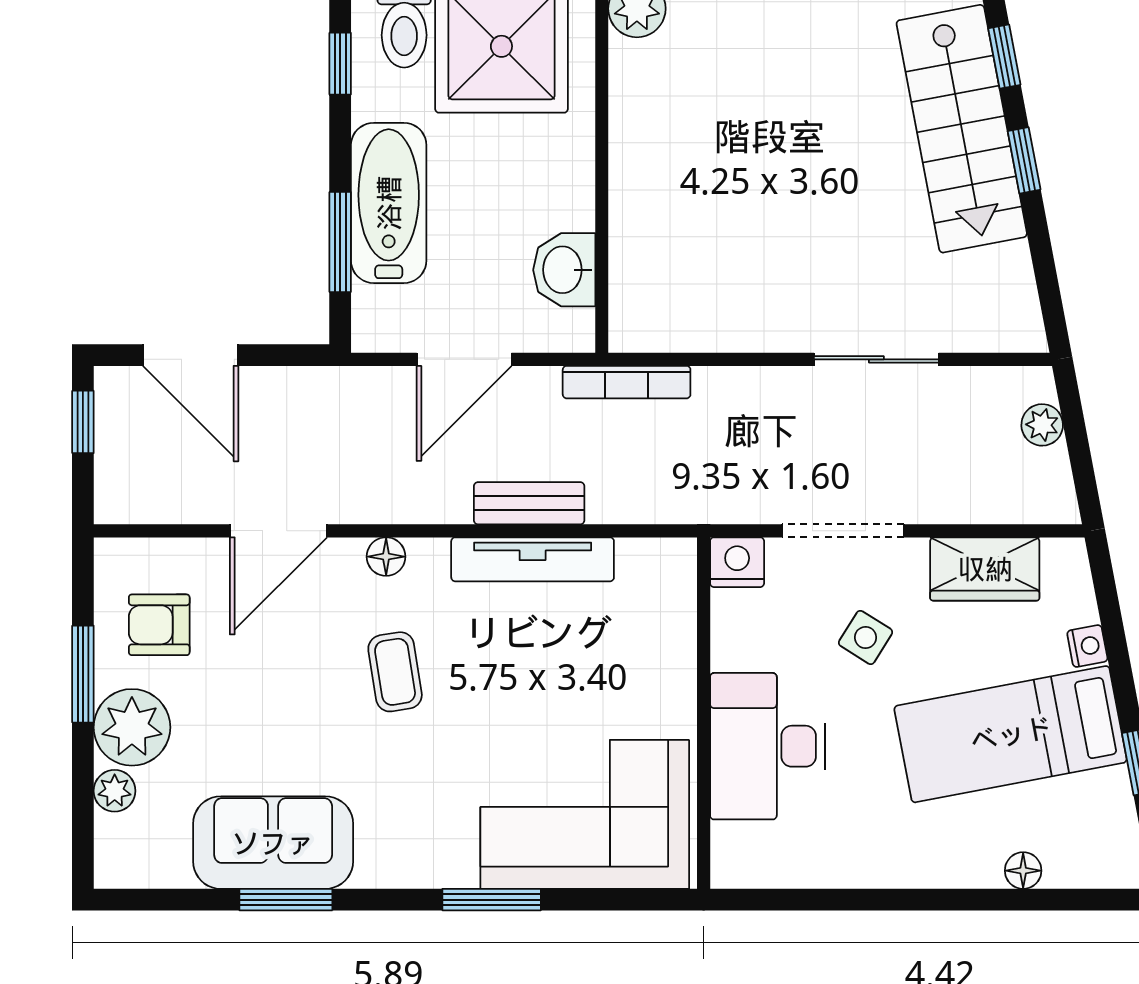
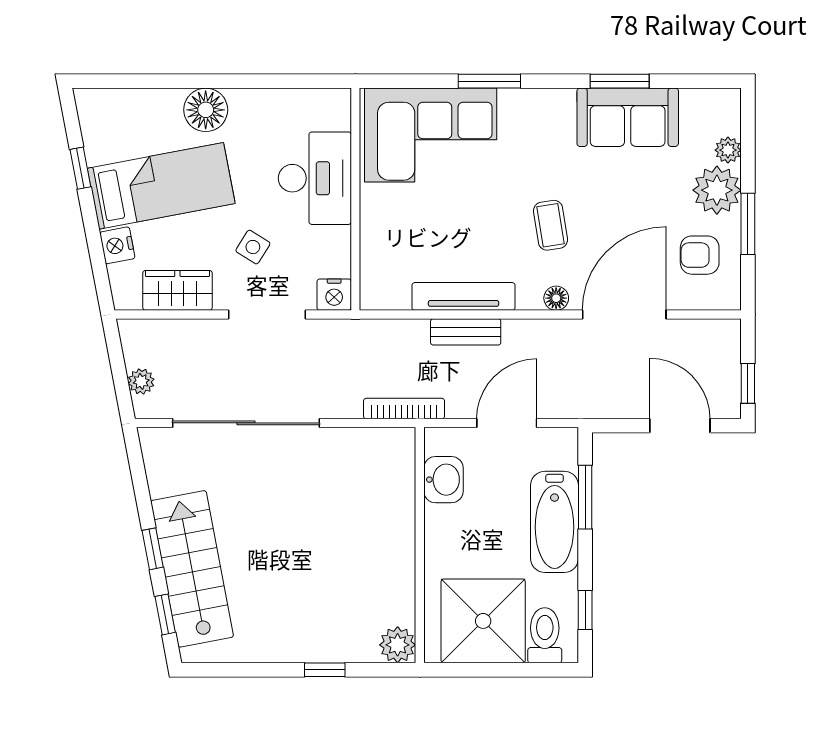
sliding door: (876, 359) -> (246, 423), width x1.86
door: (278, 531) -> (624, 314), width x1.36
armchair: (159, 625) -> (700, 255), turned 180
nightstand: (1087, 646) -> (117, 245), width x1.39, depth x1.35
floor lamp: (1023, 871) -> (206, 110), moved, width x1.89, depth x1.89

